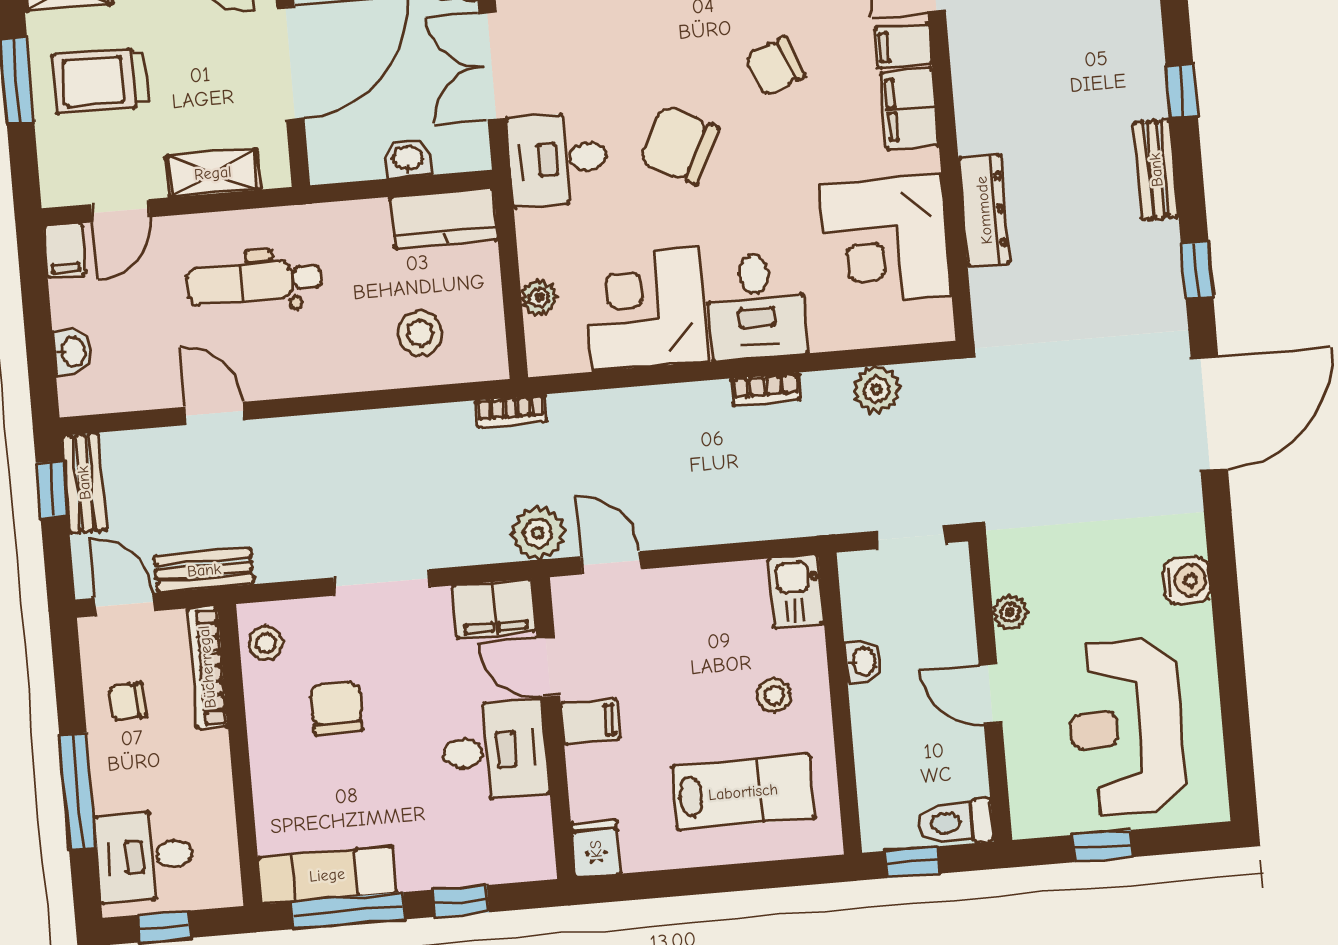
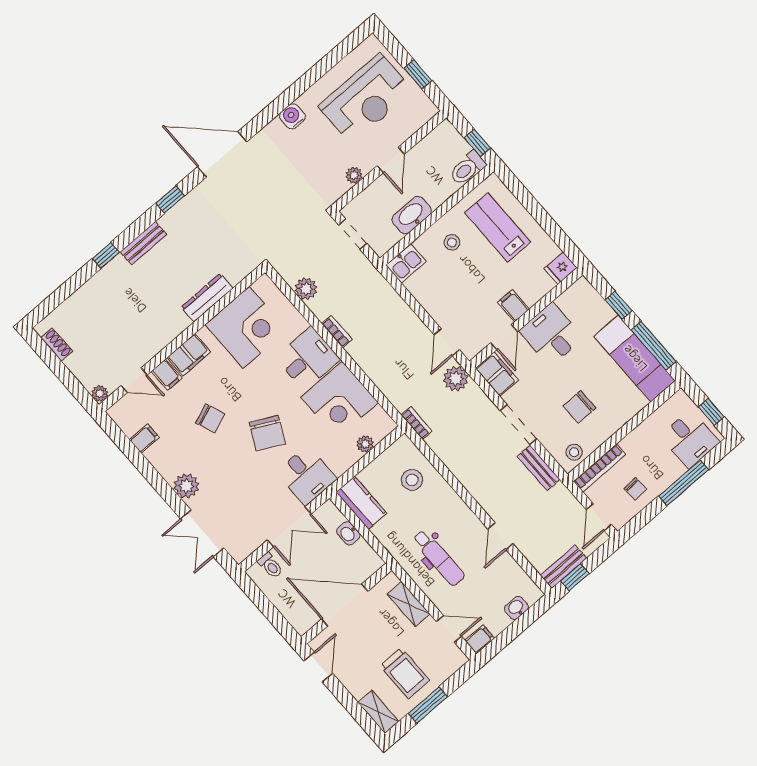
bench: (204, 570) -> (539, 468), moved
washbasin: (863, 661) -> (412, 215), width x1.91, depth x1.45
toilet: (955, 822) -> (468, 168), moved, turned 90
exam couch: (327, 875) -> (635, 358), width x1.36, depth x1.45

